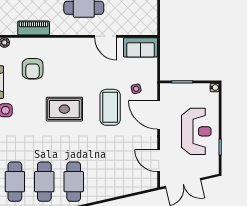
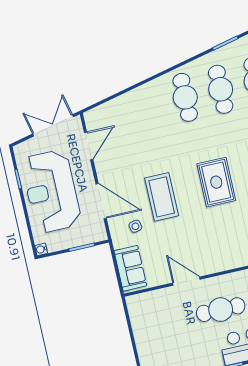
sofa: (141, 47) -> (130, 268), moved, turned 90
rug: (64, 109) -> (216, 182), turned 90
reception desk: (196, 131) -> (51, 191), width x1.36, depth x1.30
door: (159, 161) -> (89, 146), hinge flipped

